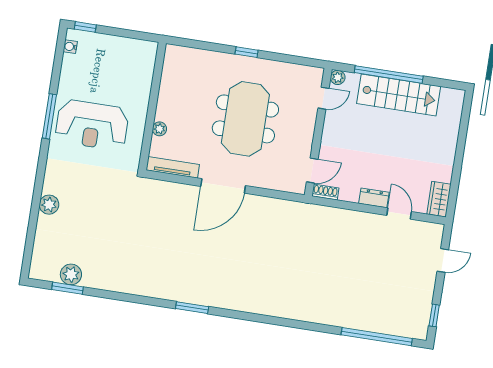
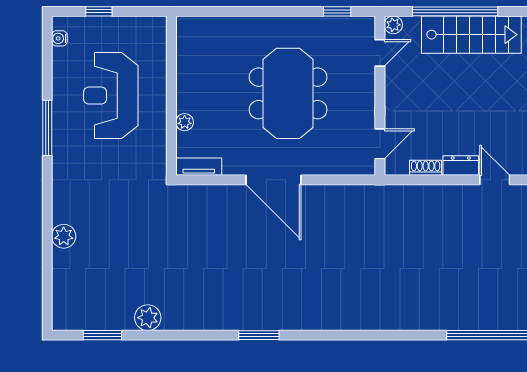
window: (85, 27) -> (99, 11), moved
window: (247, 52) -> (337, 11), moved
reception desk: (92, 125) -> (111, 96), moved, turned 90
tv unit: (173, 167) -> (199, 167), width x0.71
door: (223, 186) -> (274, 180), hinge flipped
shoe rack: (325, 192) -> (426, 168), moved
plant: (71, 274) -> (148, 318), moved

